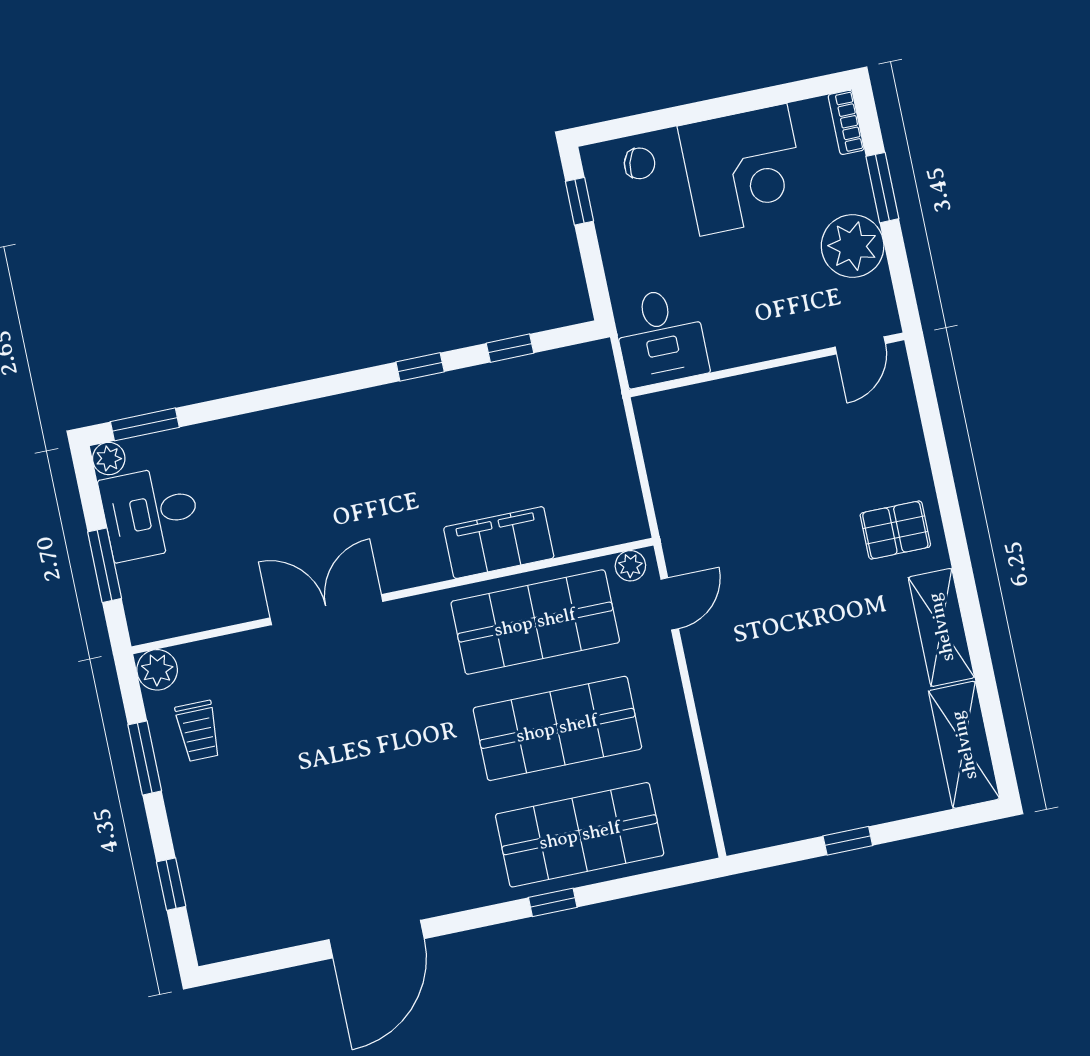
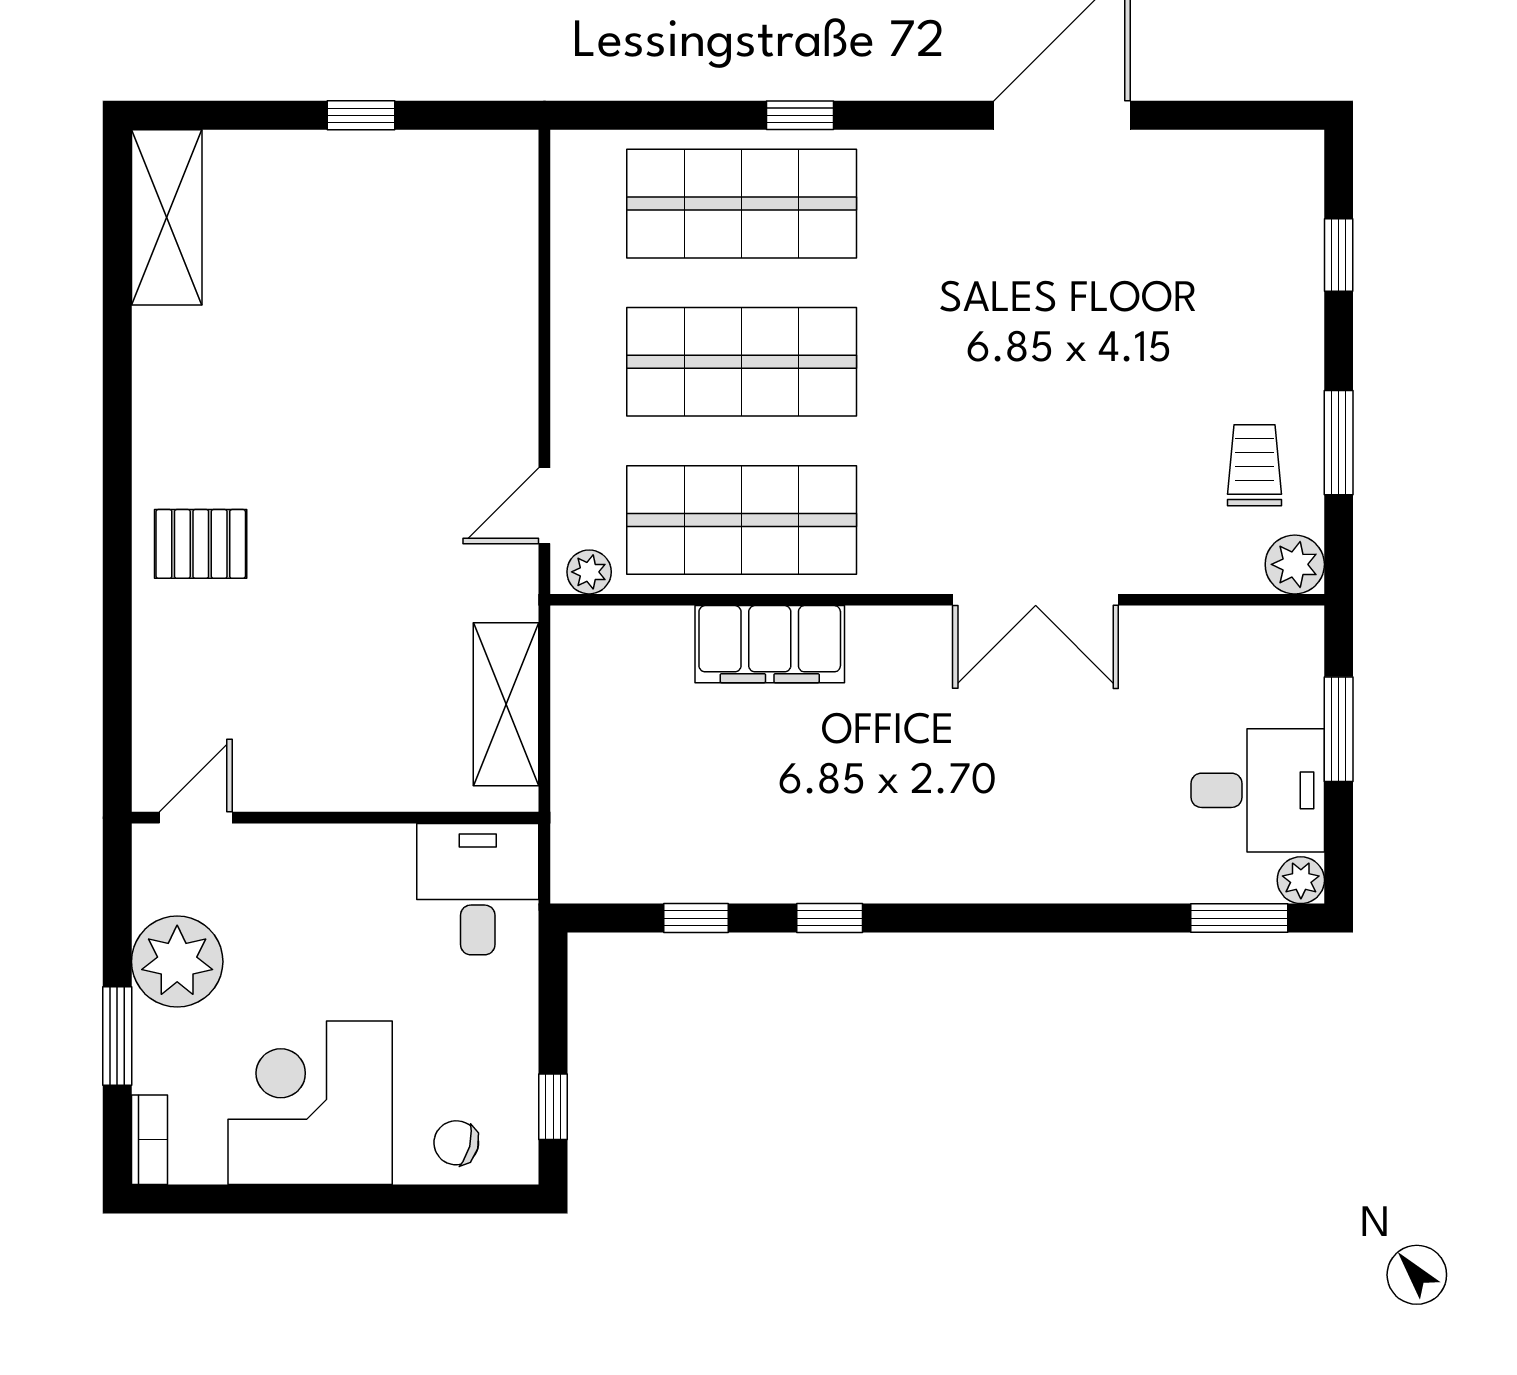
shelving: (941, 627) -> (506, 704), moved

